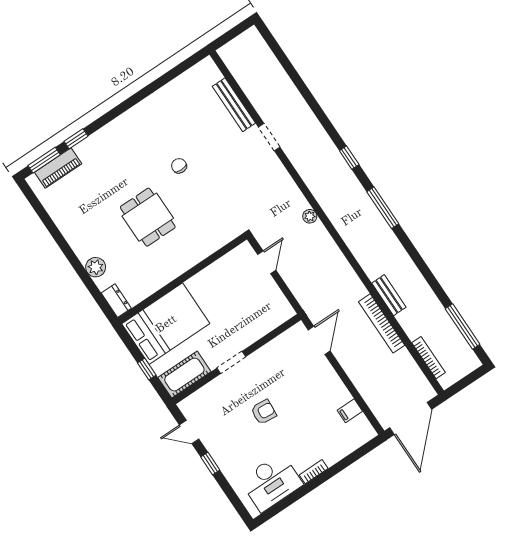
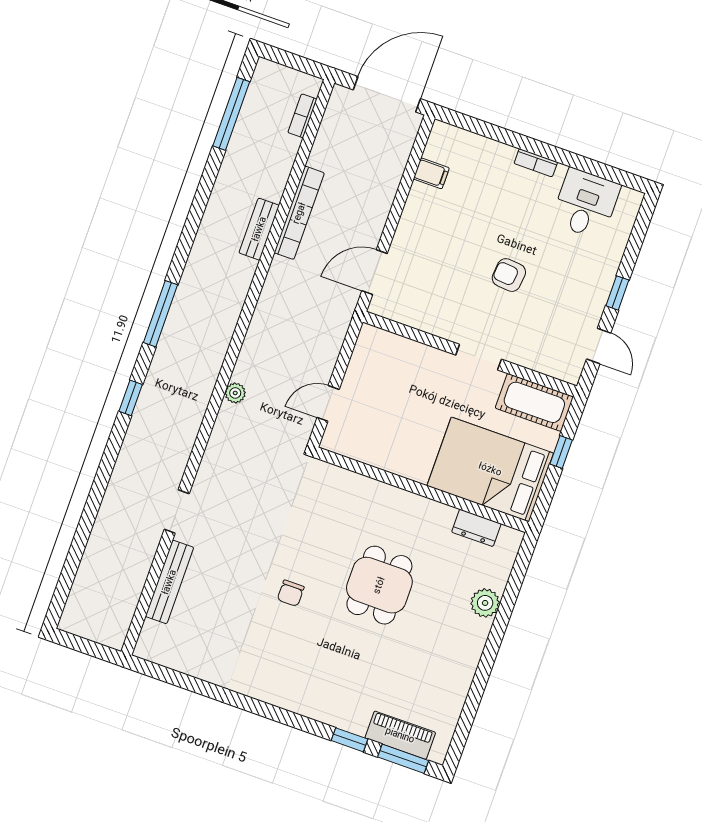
dresser: (116, 301) -> (476, 528), moved, turned -90
bookcase: (429, 358) -> (302, 116), width x0.64
desk: (271, 482) -> (586, 204), width x0.73

